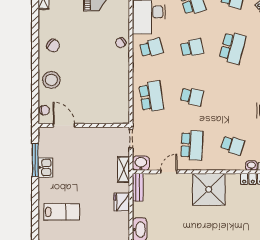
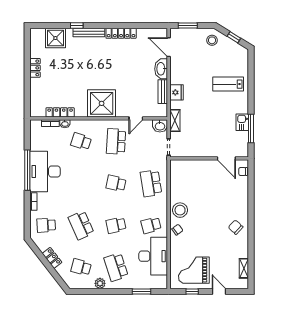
school desk: (233, 48) -> (81, 225), turned -39
stool: (51, 80) -> (180, 210), moved
bench: (138, 187) -> (163, 92), moved

